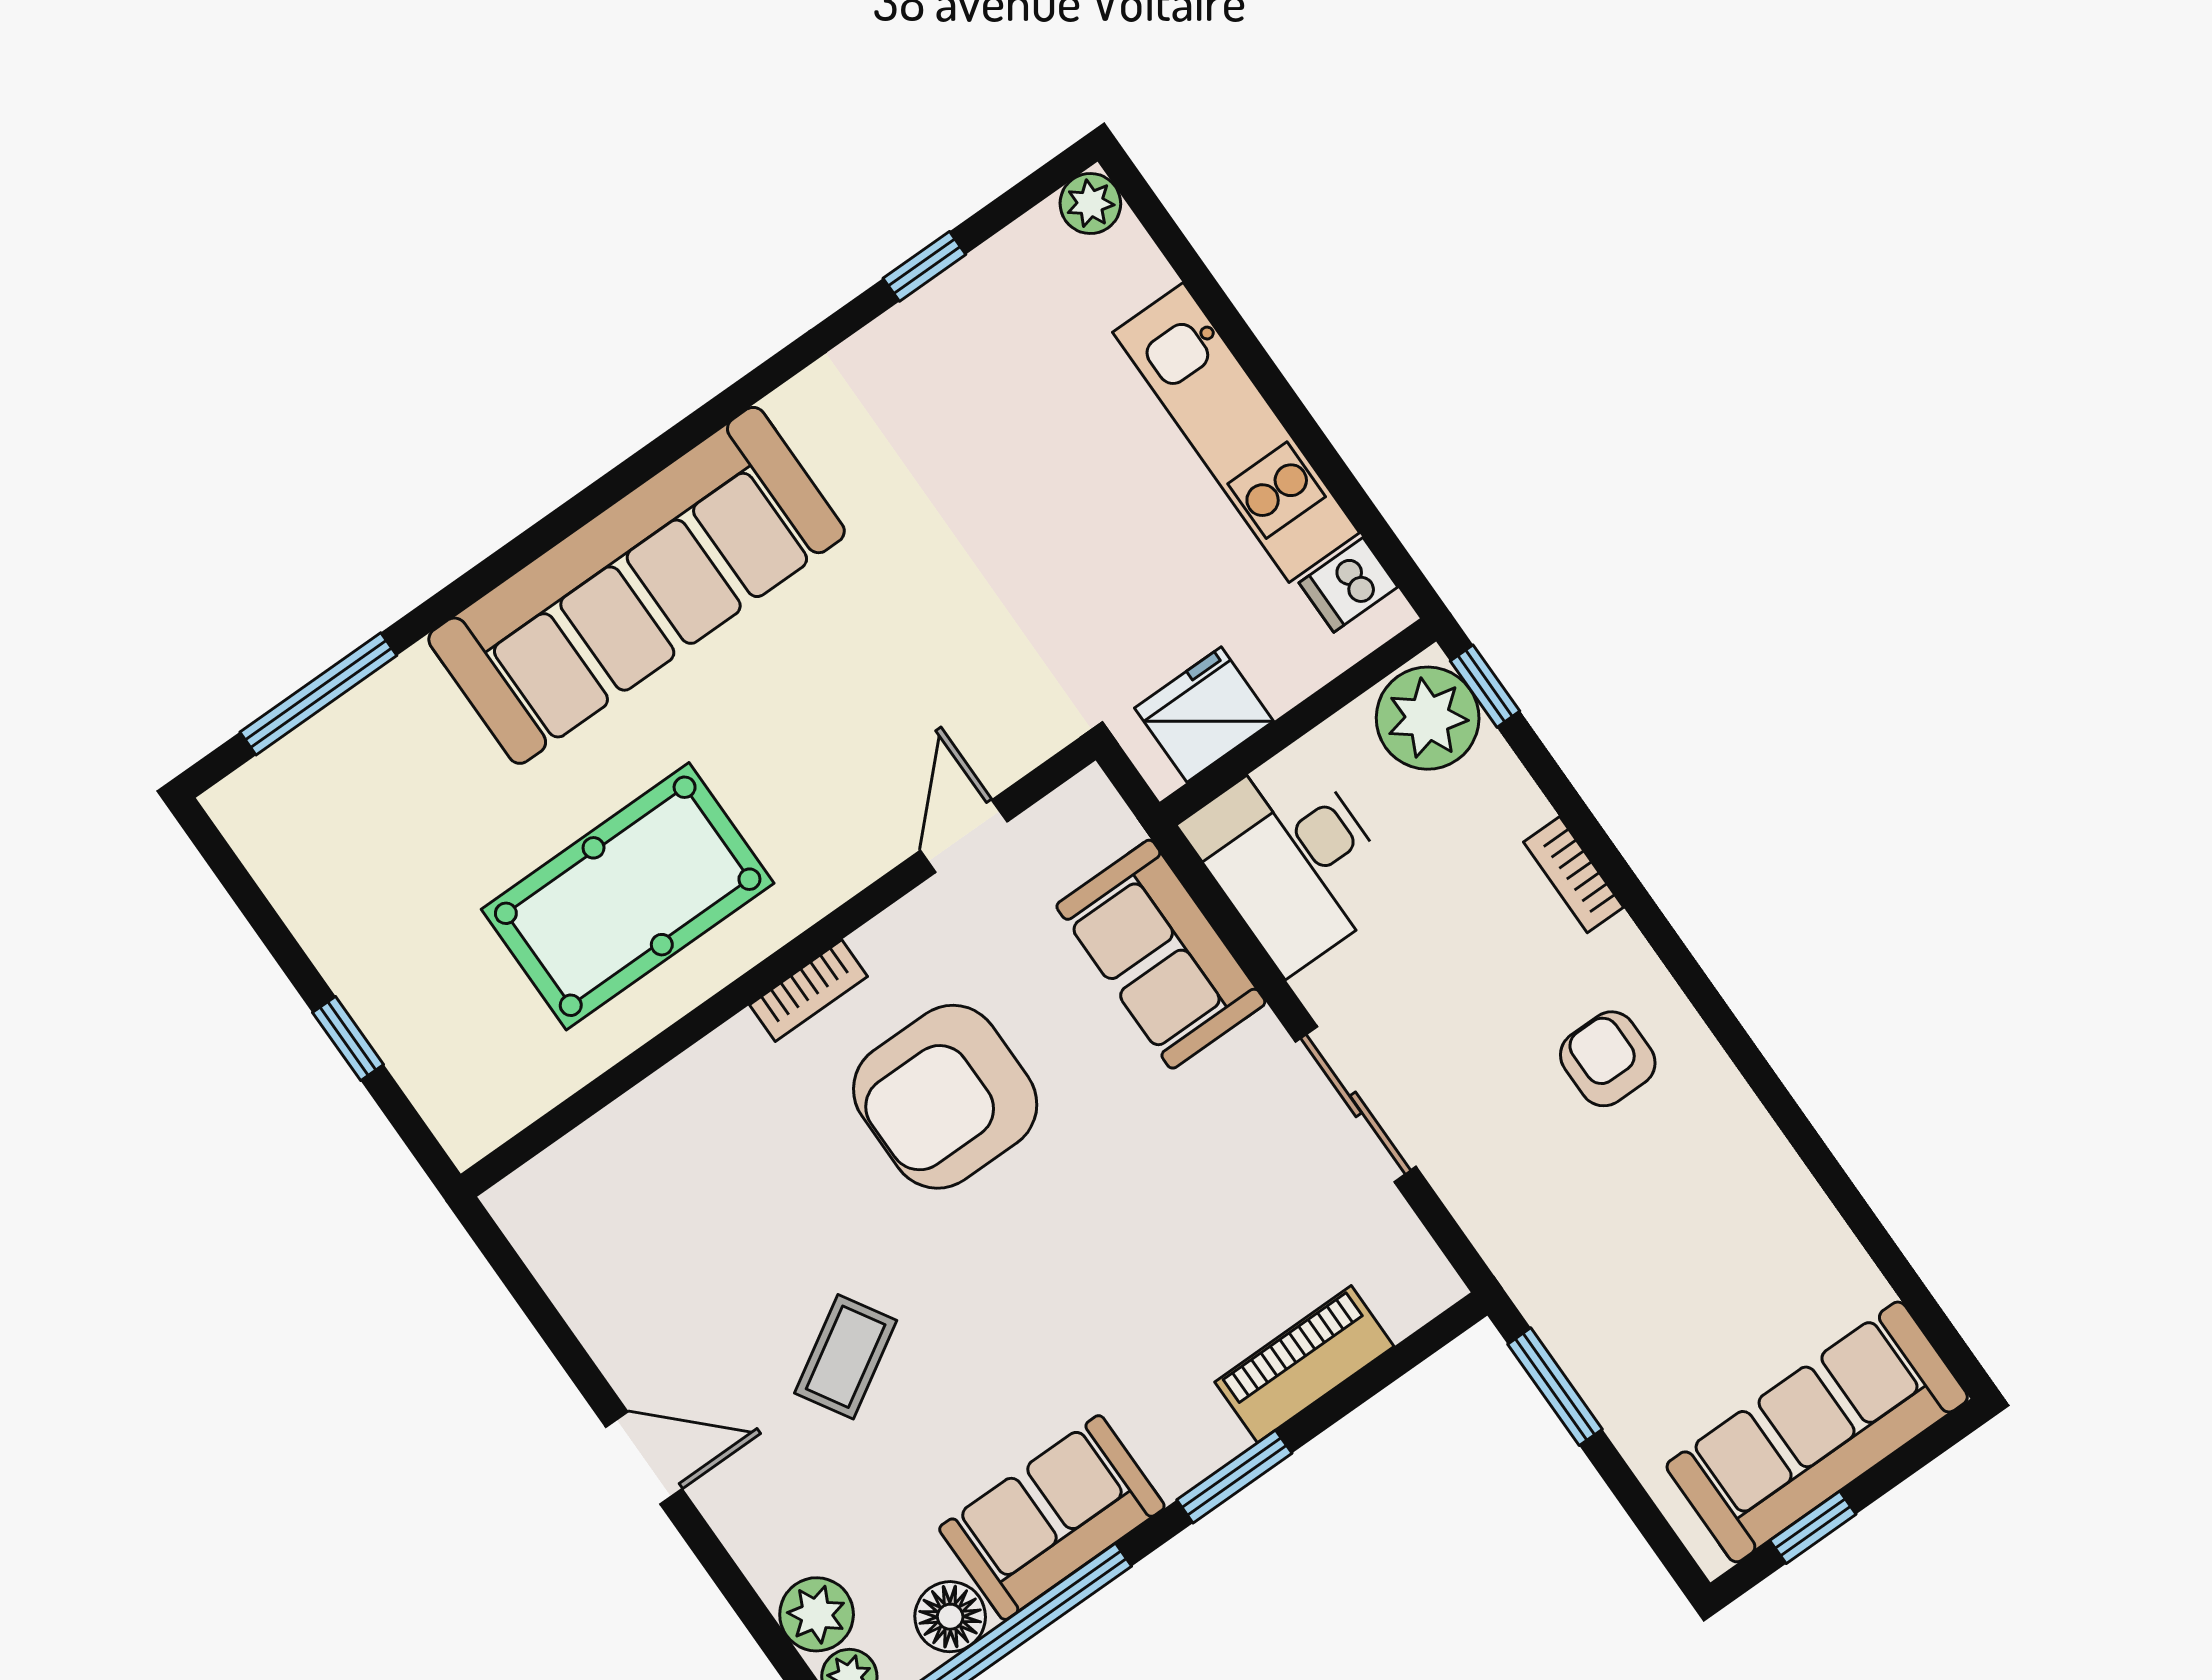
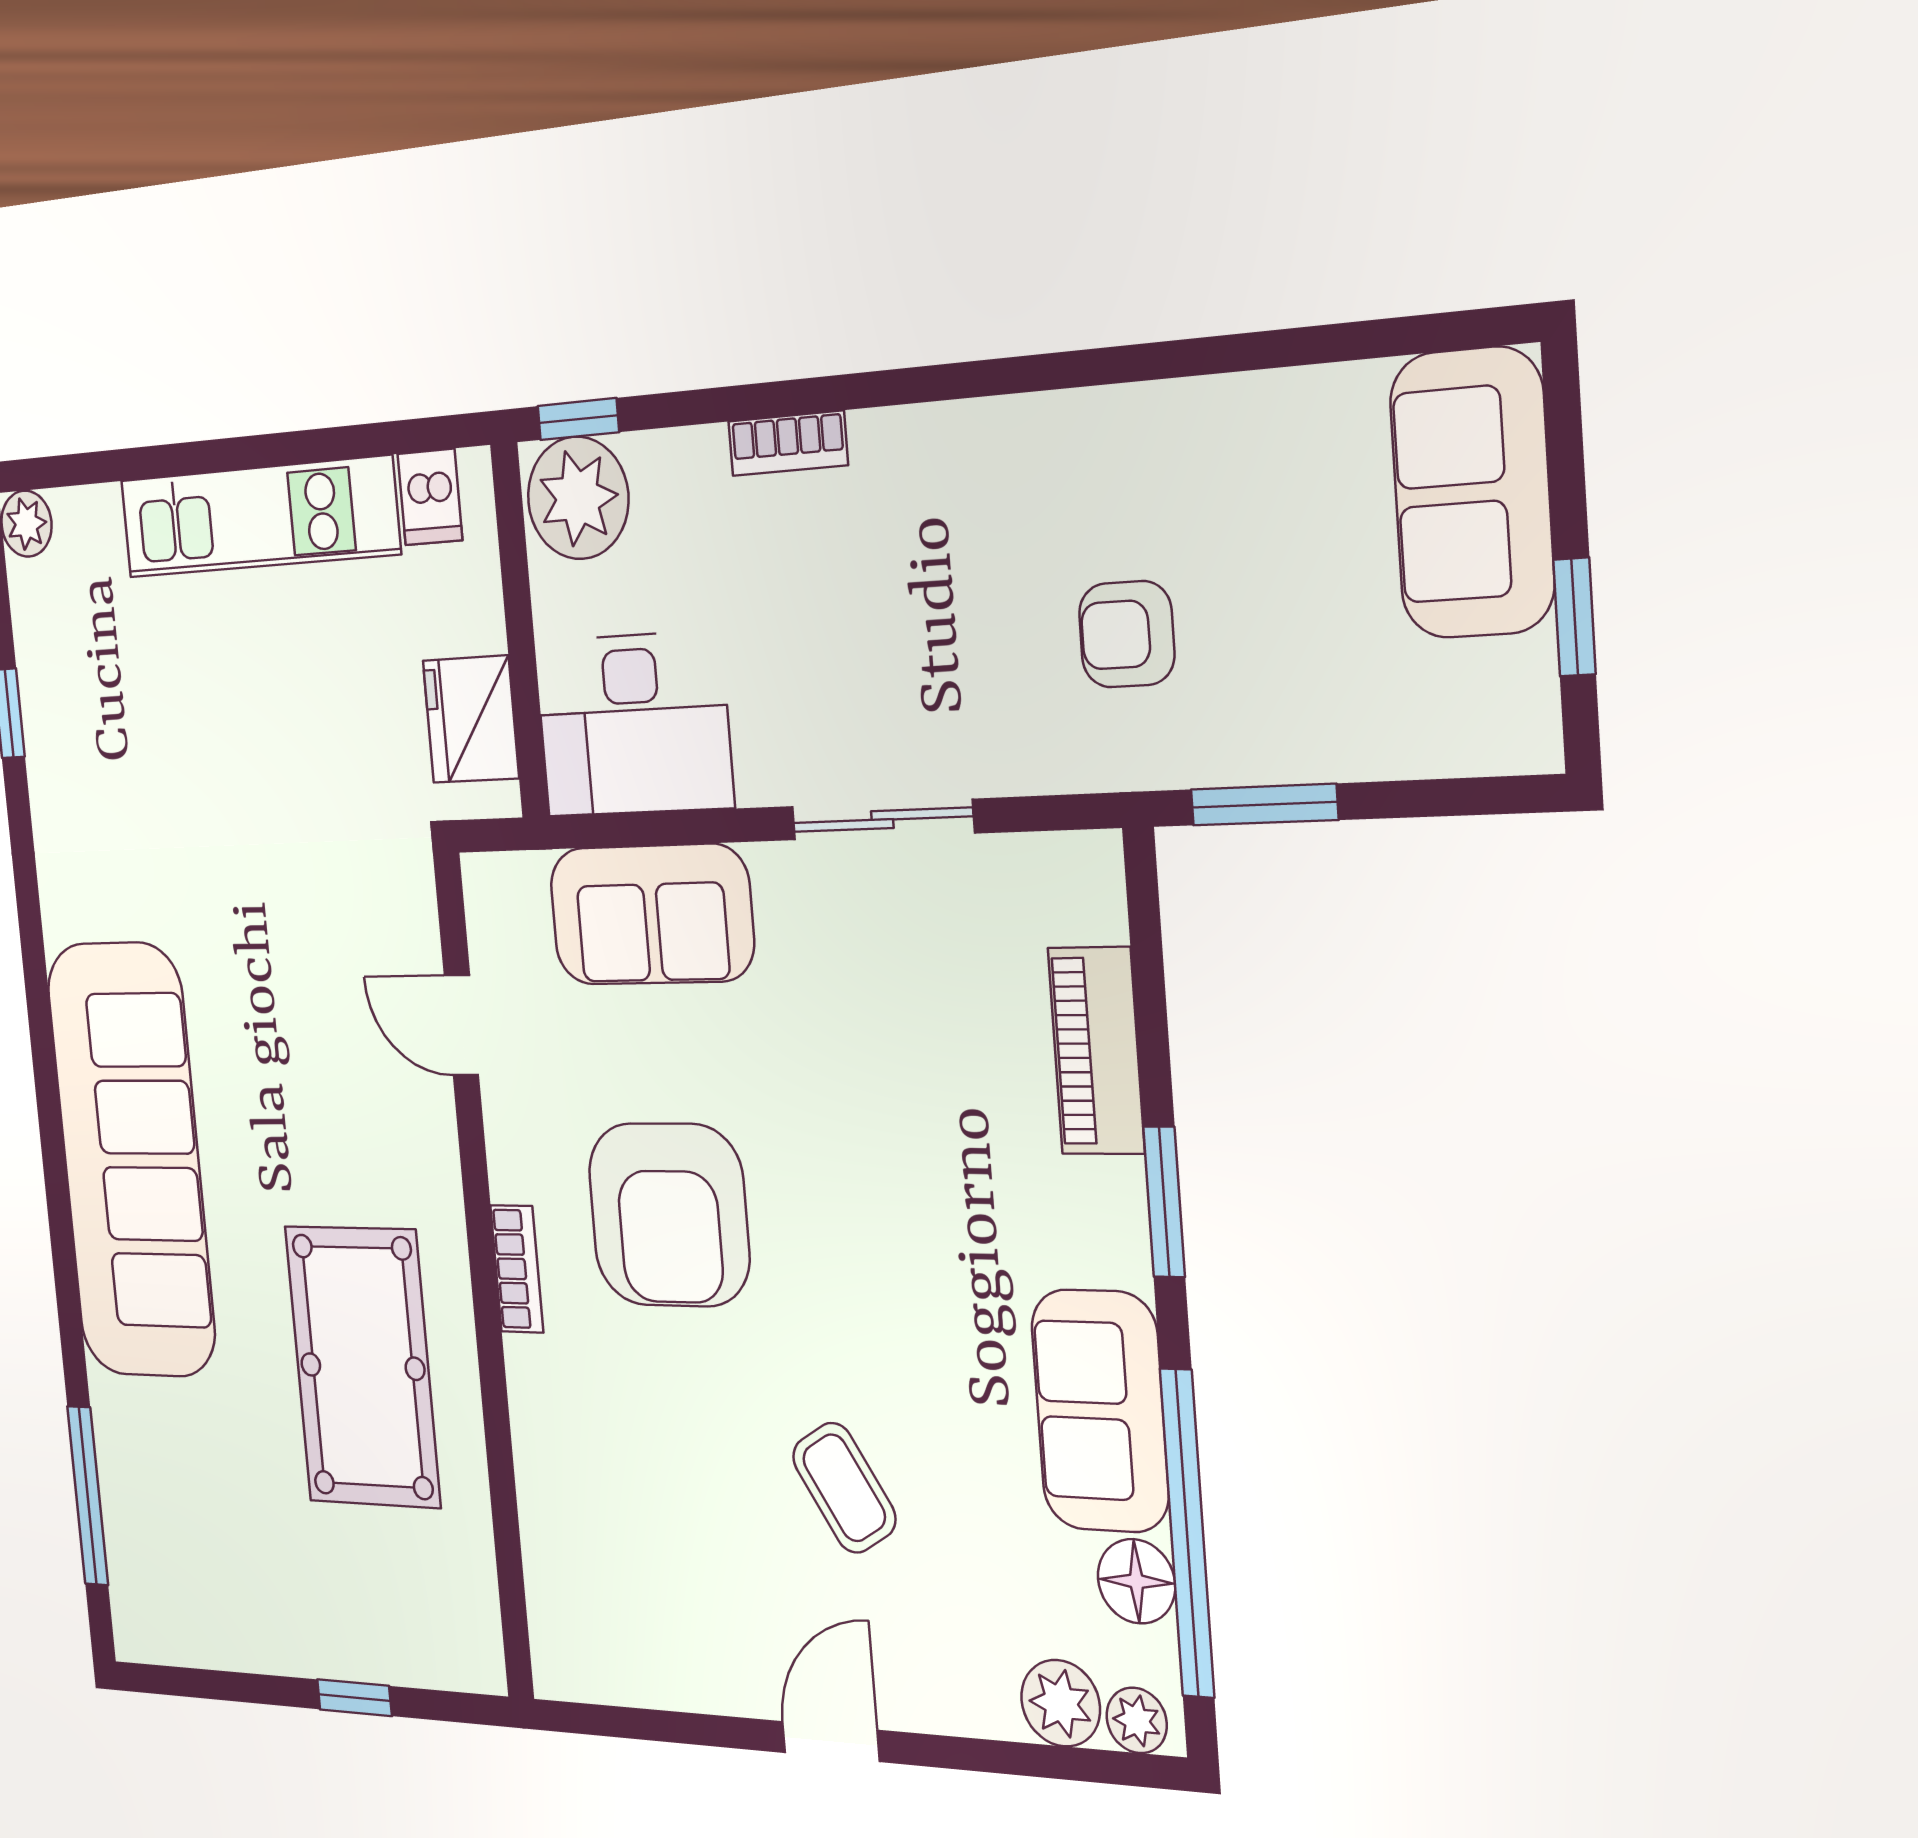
armchair: (1608, 1059) -> (1127, 634), moved
sofa: (1817, 1432) -> (1472, 493), width x0.73

